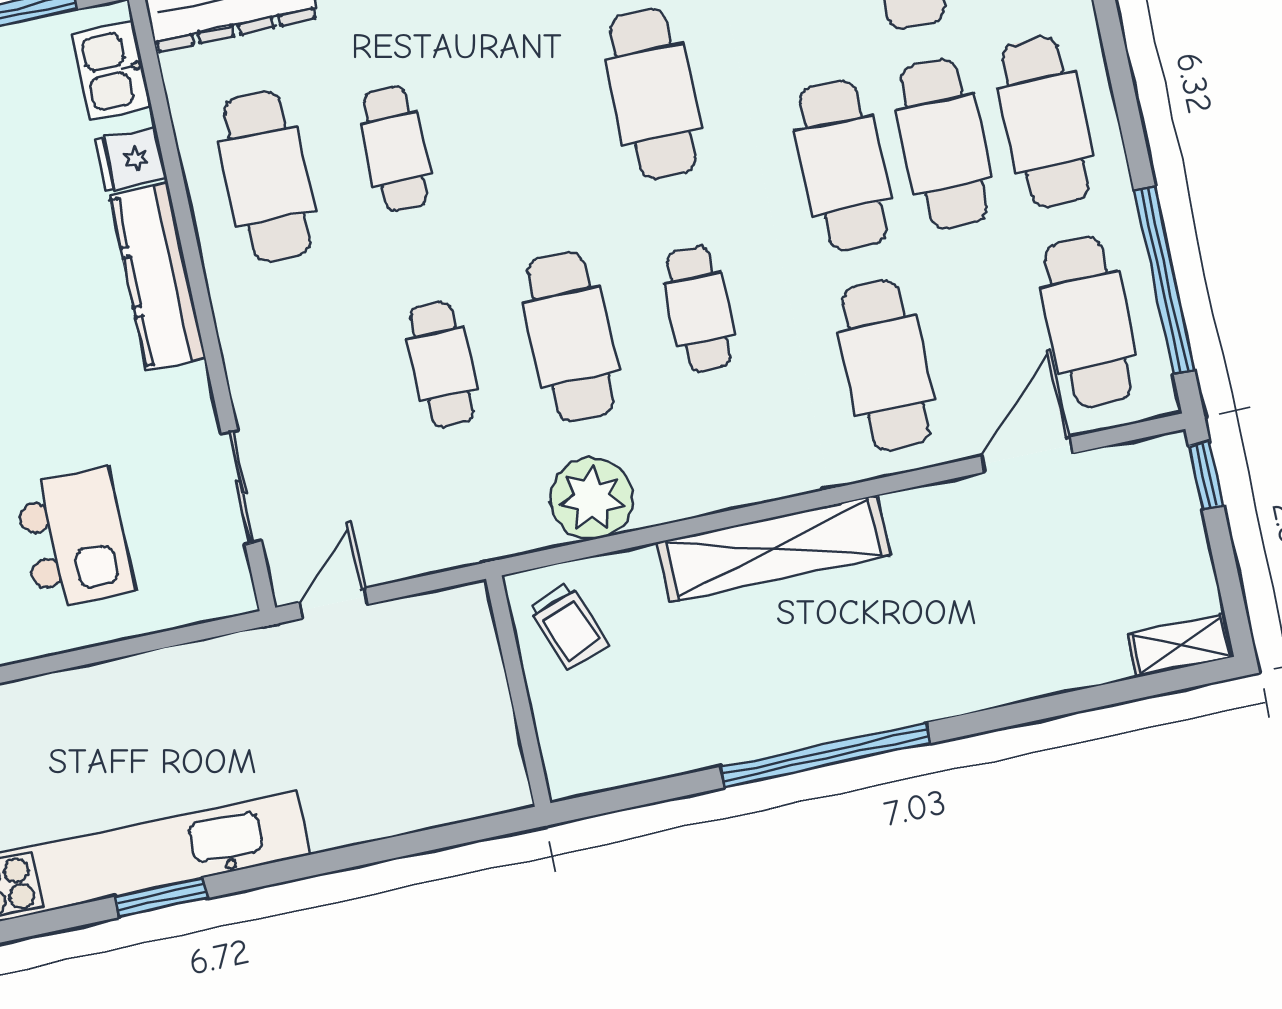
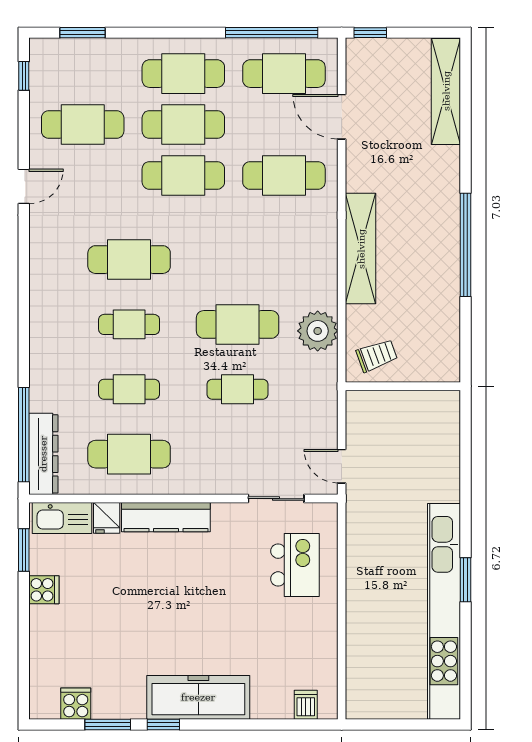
kitchen sink: (112, 71) -> (62, 518), width x1.38
cafe table: (699, 309) -> (129, 324), moved
kitchen island: (74, 538) -> (295, 565), moved, turned 90
shelving: (1181, 646) -> (446, 91), width x2.20, depth x1.33

